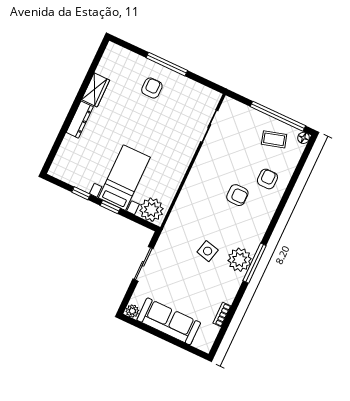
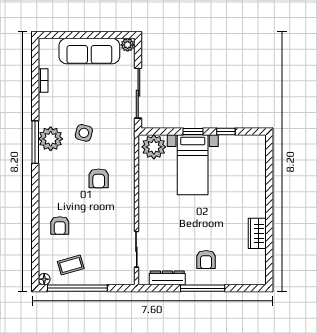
dresser: (80, 120) -> (167, 278), moved, turned 90
armchair: (237, 195) -> (99, 178), moved, turned -90
sliding door: (143, 264) -> (138, 93), width x1.37

